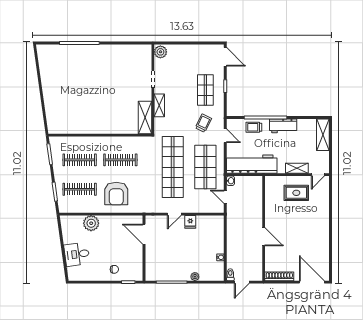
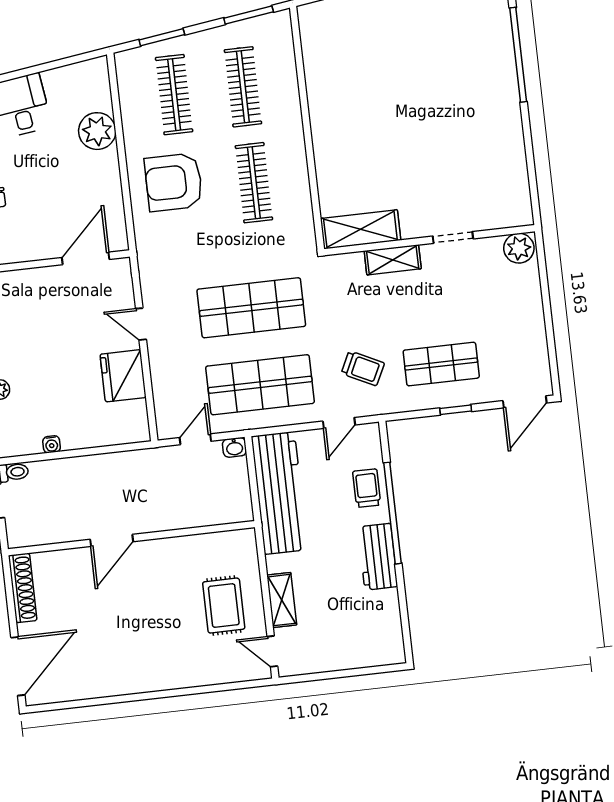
shelving: (323, 135) -> (367, 652), removed
shop shelf: (173, 167) -> (251, 308), width x0.71
fridge: (190, 222) -> (123, 376), width x1.88, depth x1.34

